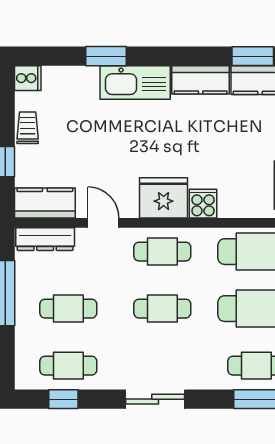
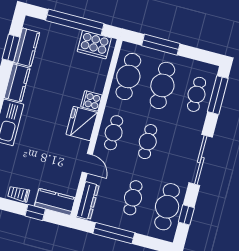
kitchen counter: (45, 203) -> (55, 202), moved, turned 90
door: (103, 223) -> (87, 163), swing flipped
cafe table: (68, 366) -> (167, 207), width x1.37, depth x1.35
sliding door: (155, 399) -> (201, 160), width x1.37

